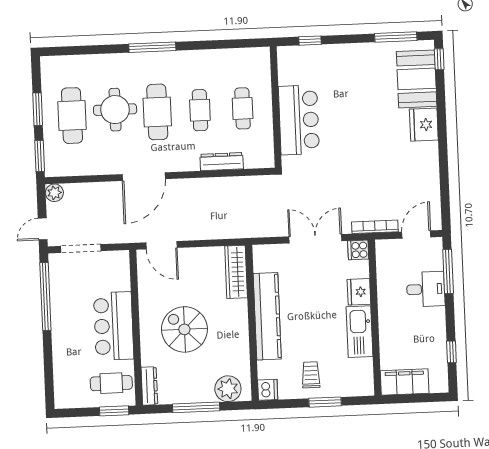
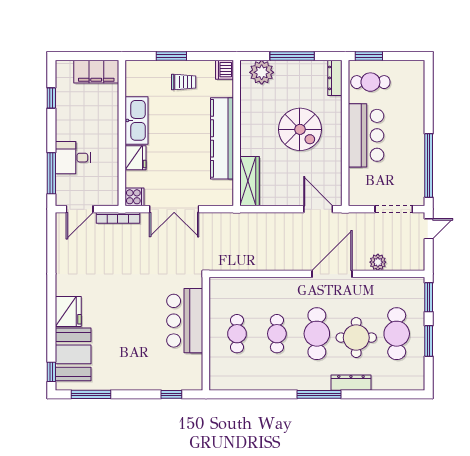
dresser: (222, 162) -> (351, 383), moved, turned 180
plant: (54, 193) -> (378, 262), moved
trolley: (311, 375) -> (184, 82), turned -90

